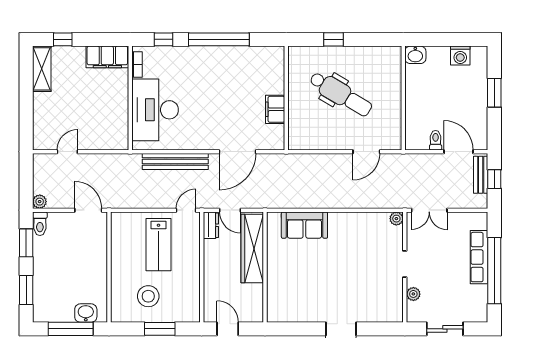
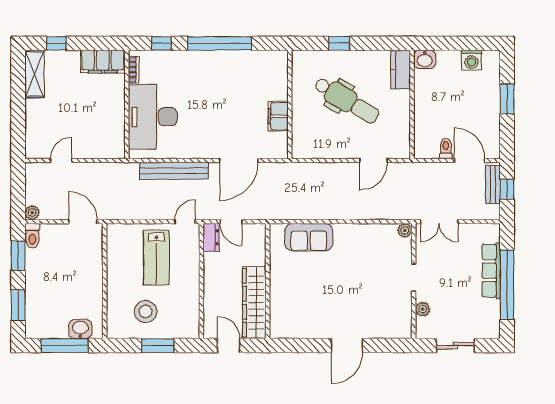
kitchen counter: (392, 65) -> (401, 70), added
wardrobe: (252, 249) -> (254, 303), moved

